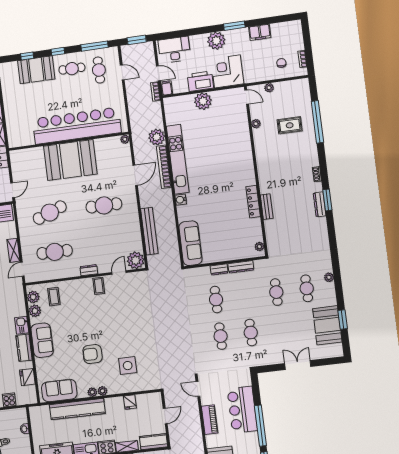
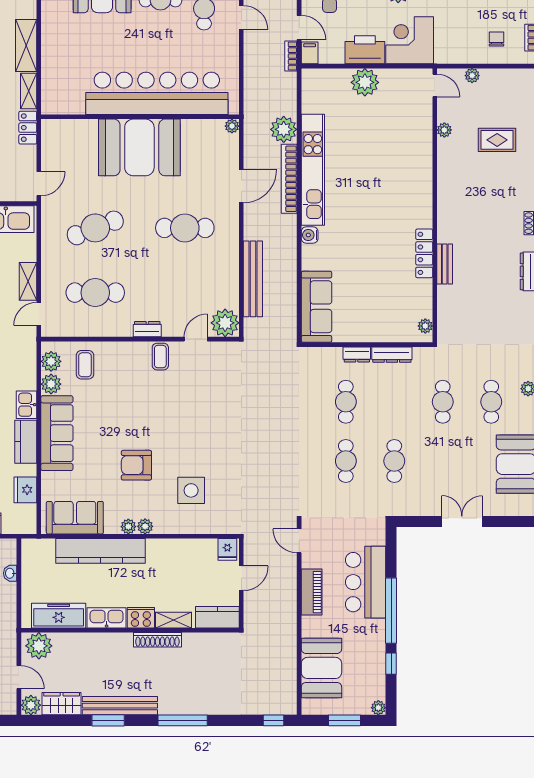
sofa: (42, 340) -> (57, 433), width x1.36
fridge: (130, 402) -> (227, 549), moved

